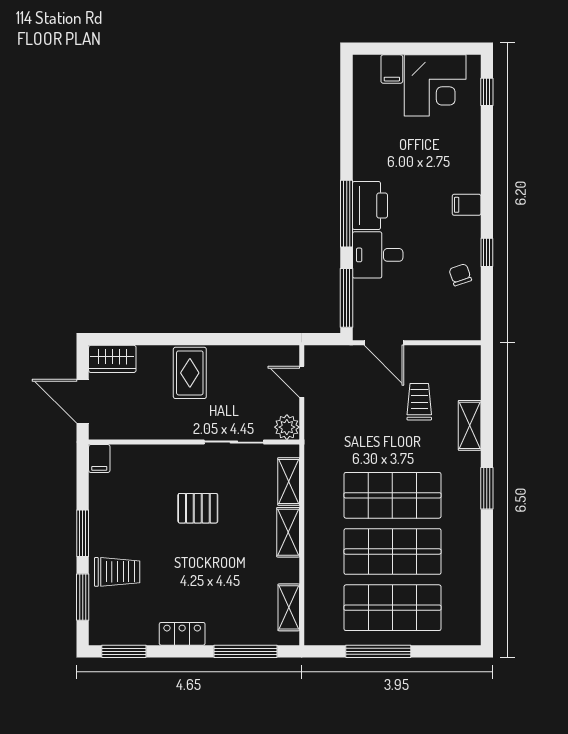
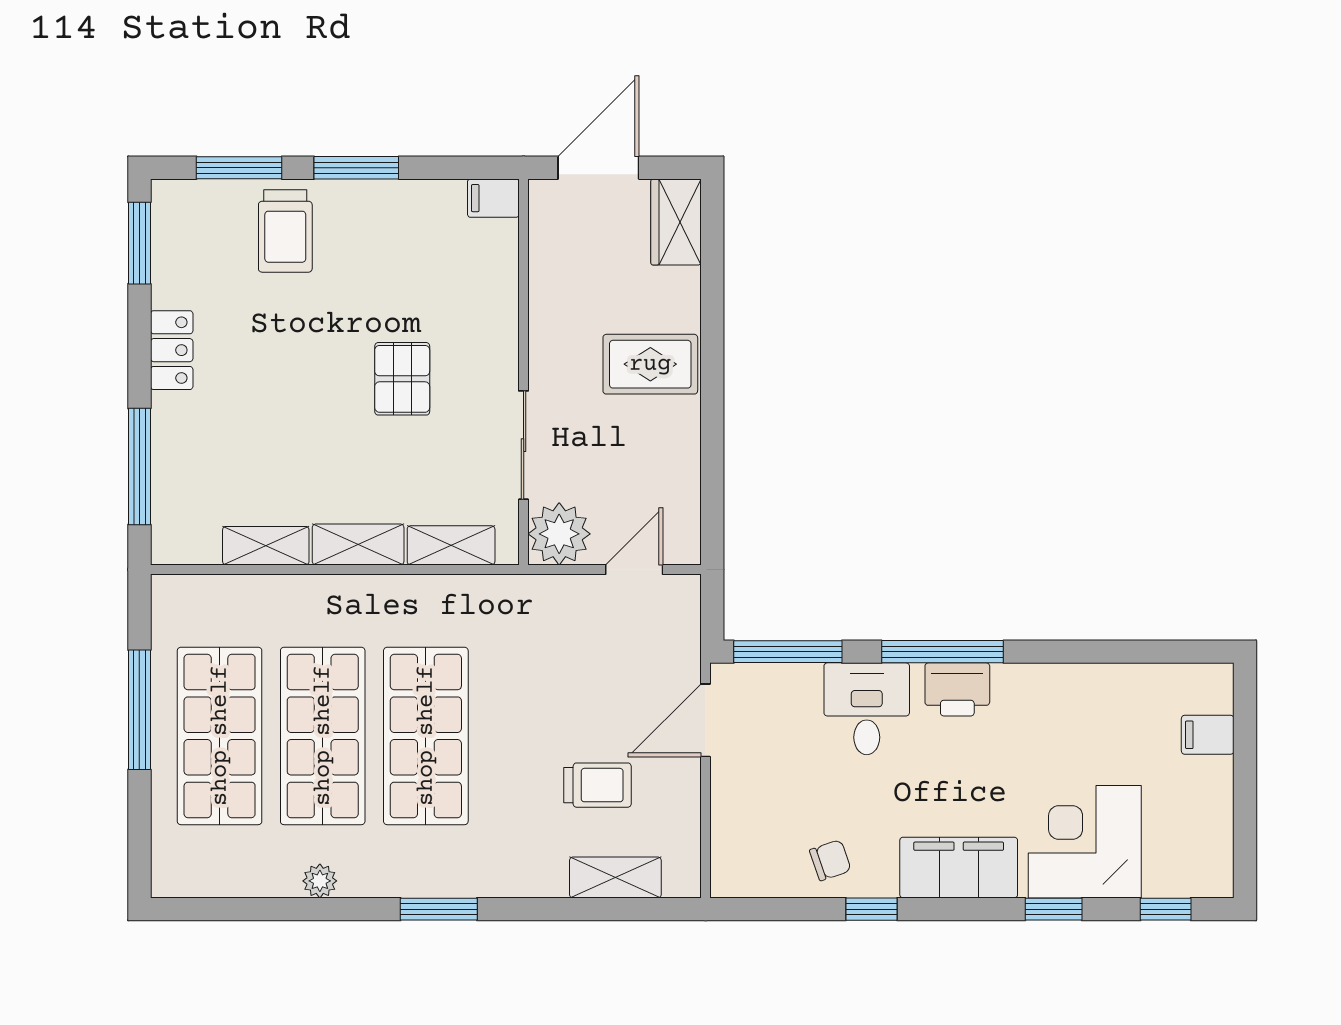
corner desk: (435, 85) -> (1085, 842), moved, turned 90
window: (487, 153) -> (1054, 909), added
filing cabinet: (467, 205) -> (959, 868), width x3.00, depth x1.17
printer: (370, 206) -> (957, 689), width x0.73, depth x0.84
shelving: (470, 425) -> (615, 877), moved
plant: (287, 427) -> (559, 534), width x1.36, depth x1.36
plant: (472, 553) -> (320, 881), added
shelving: (289, 607) -> (266, 546), moved

